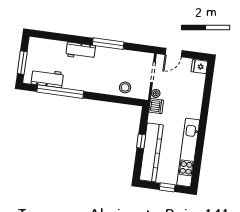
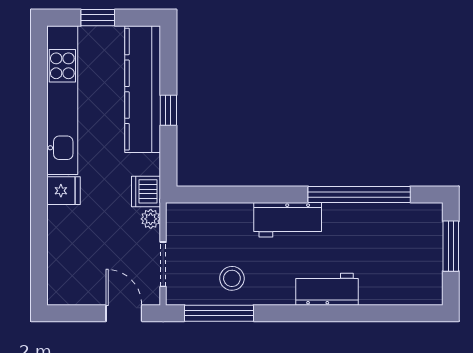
window: (108, 44) -> (219, 313), moved
door: (174, 53) -> (124, 313), hinge flipped
fridge: (199, 67) -> (64, 191), moved
workbench: (47, 78) -> (288, 220), moved
stool: (125, 87) -> (232, 278), moved

